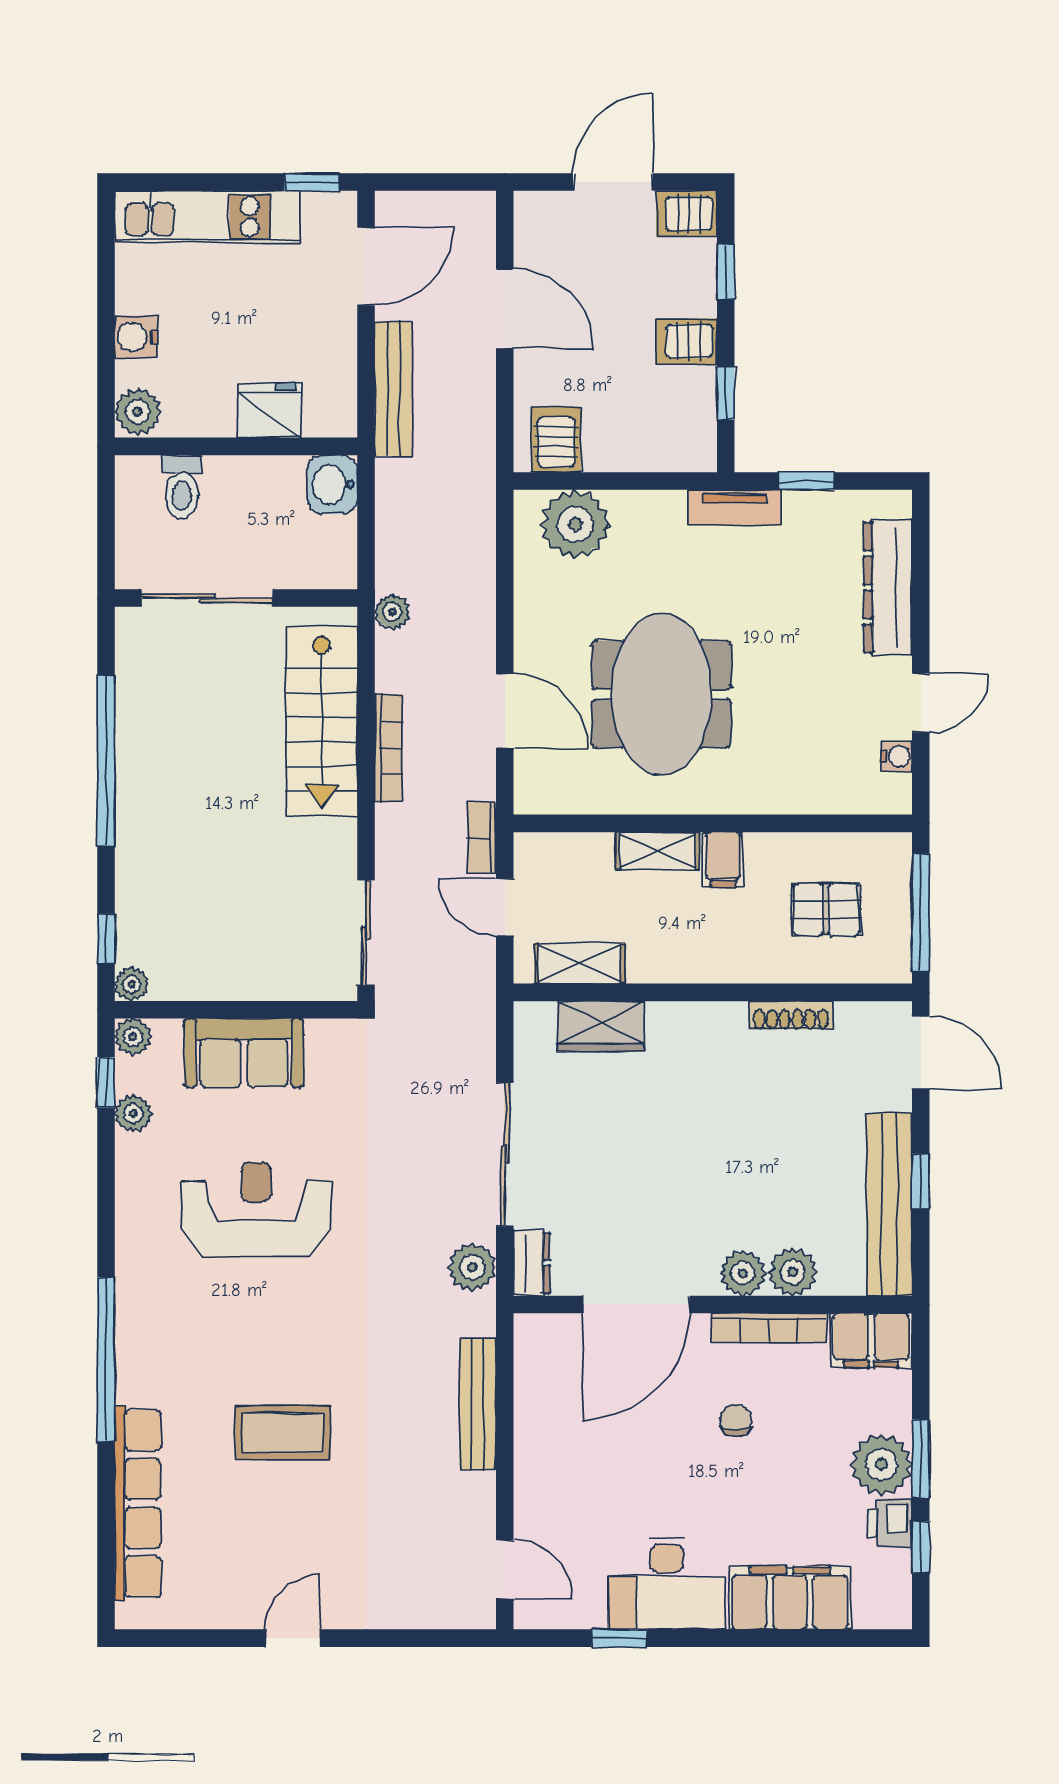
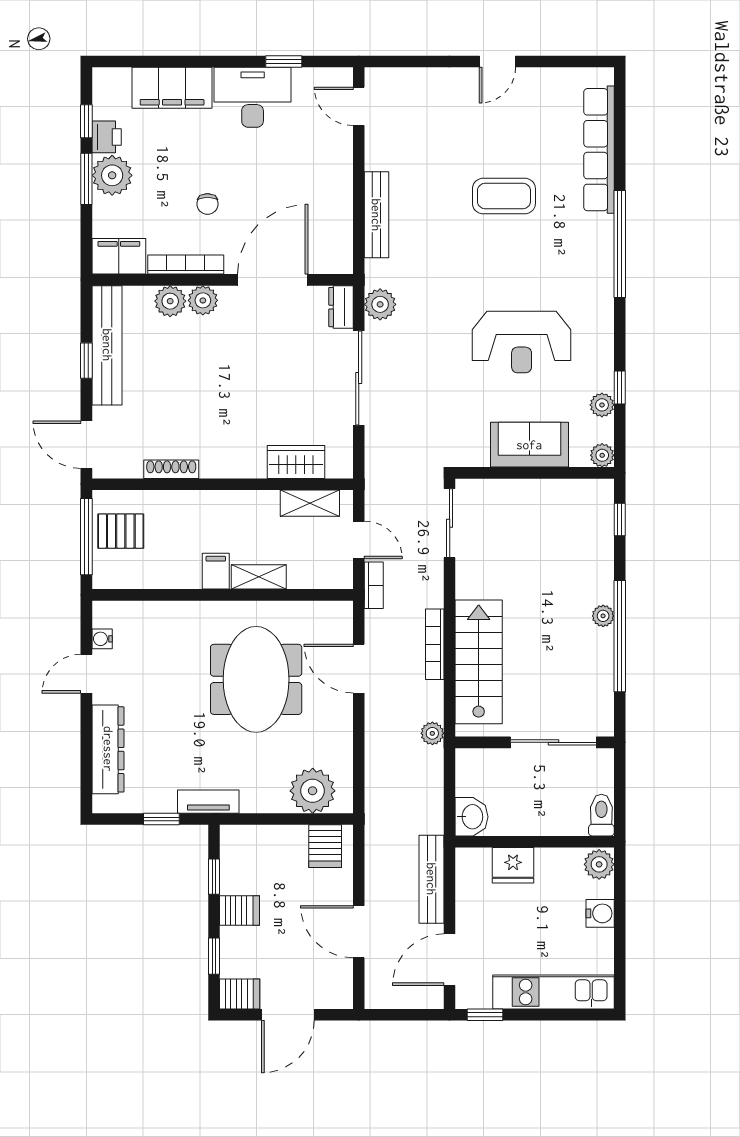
toilet: (182, 487) -> (601, 815), moved
pallet: (826, 910) -> (121, 531), moved
plant: (132, 984) -> (603, 616), moved
window: (106, 1082) -> (620, 387), moved

